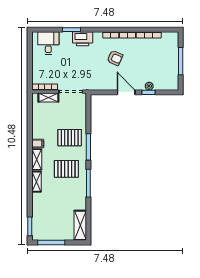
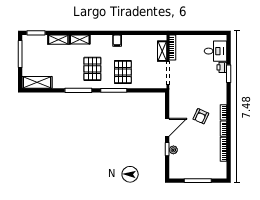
printer: (83, 39) -> (222, 67), moved, width x0.53, depth x0.68
shelving: (37, 159) -> (58, 40), moved

